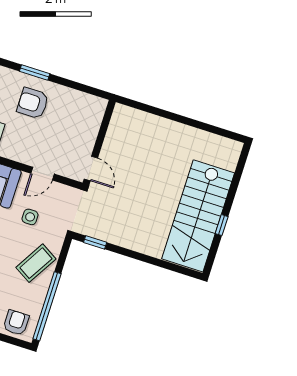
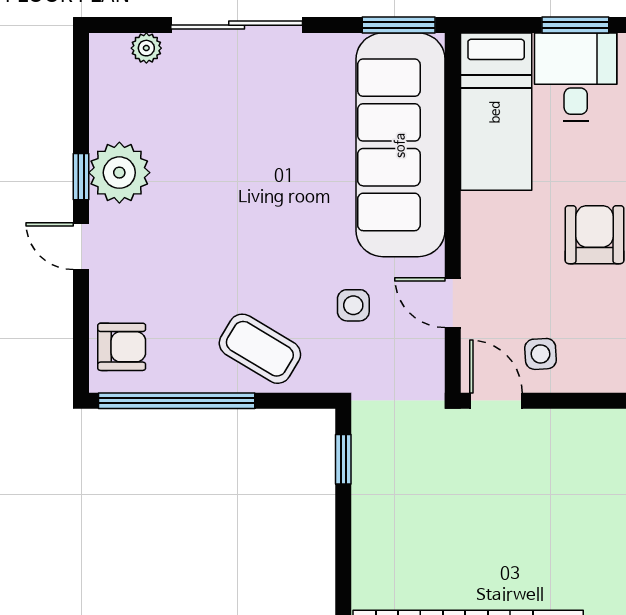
side table: (77, 143) -> (541, 354), added
door: (91, 168) -> (496, 401), swing flipped

